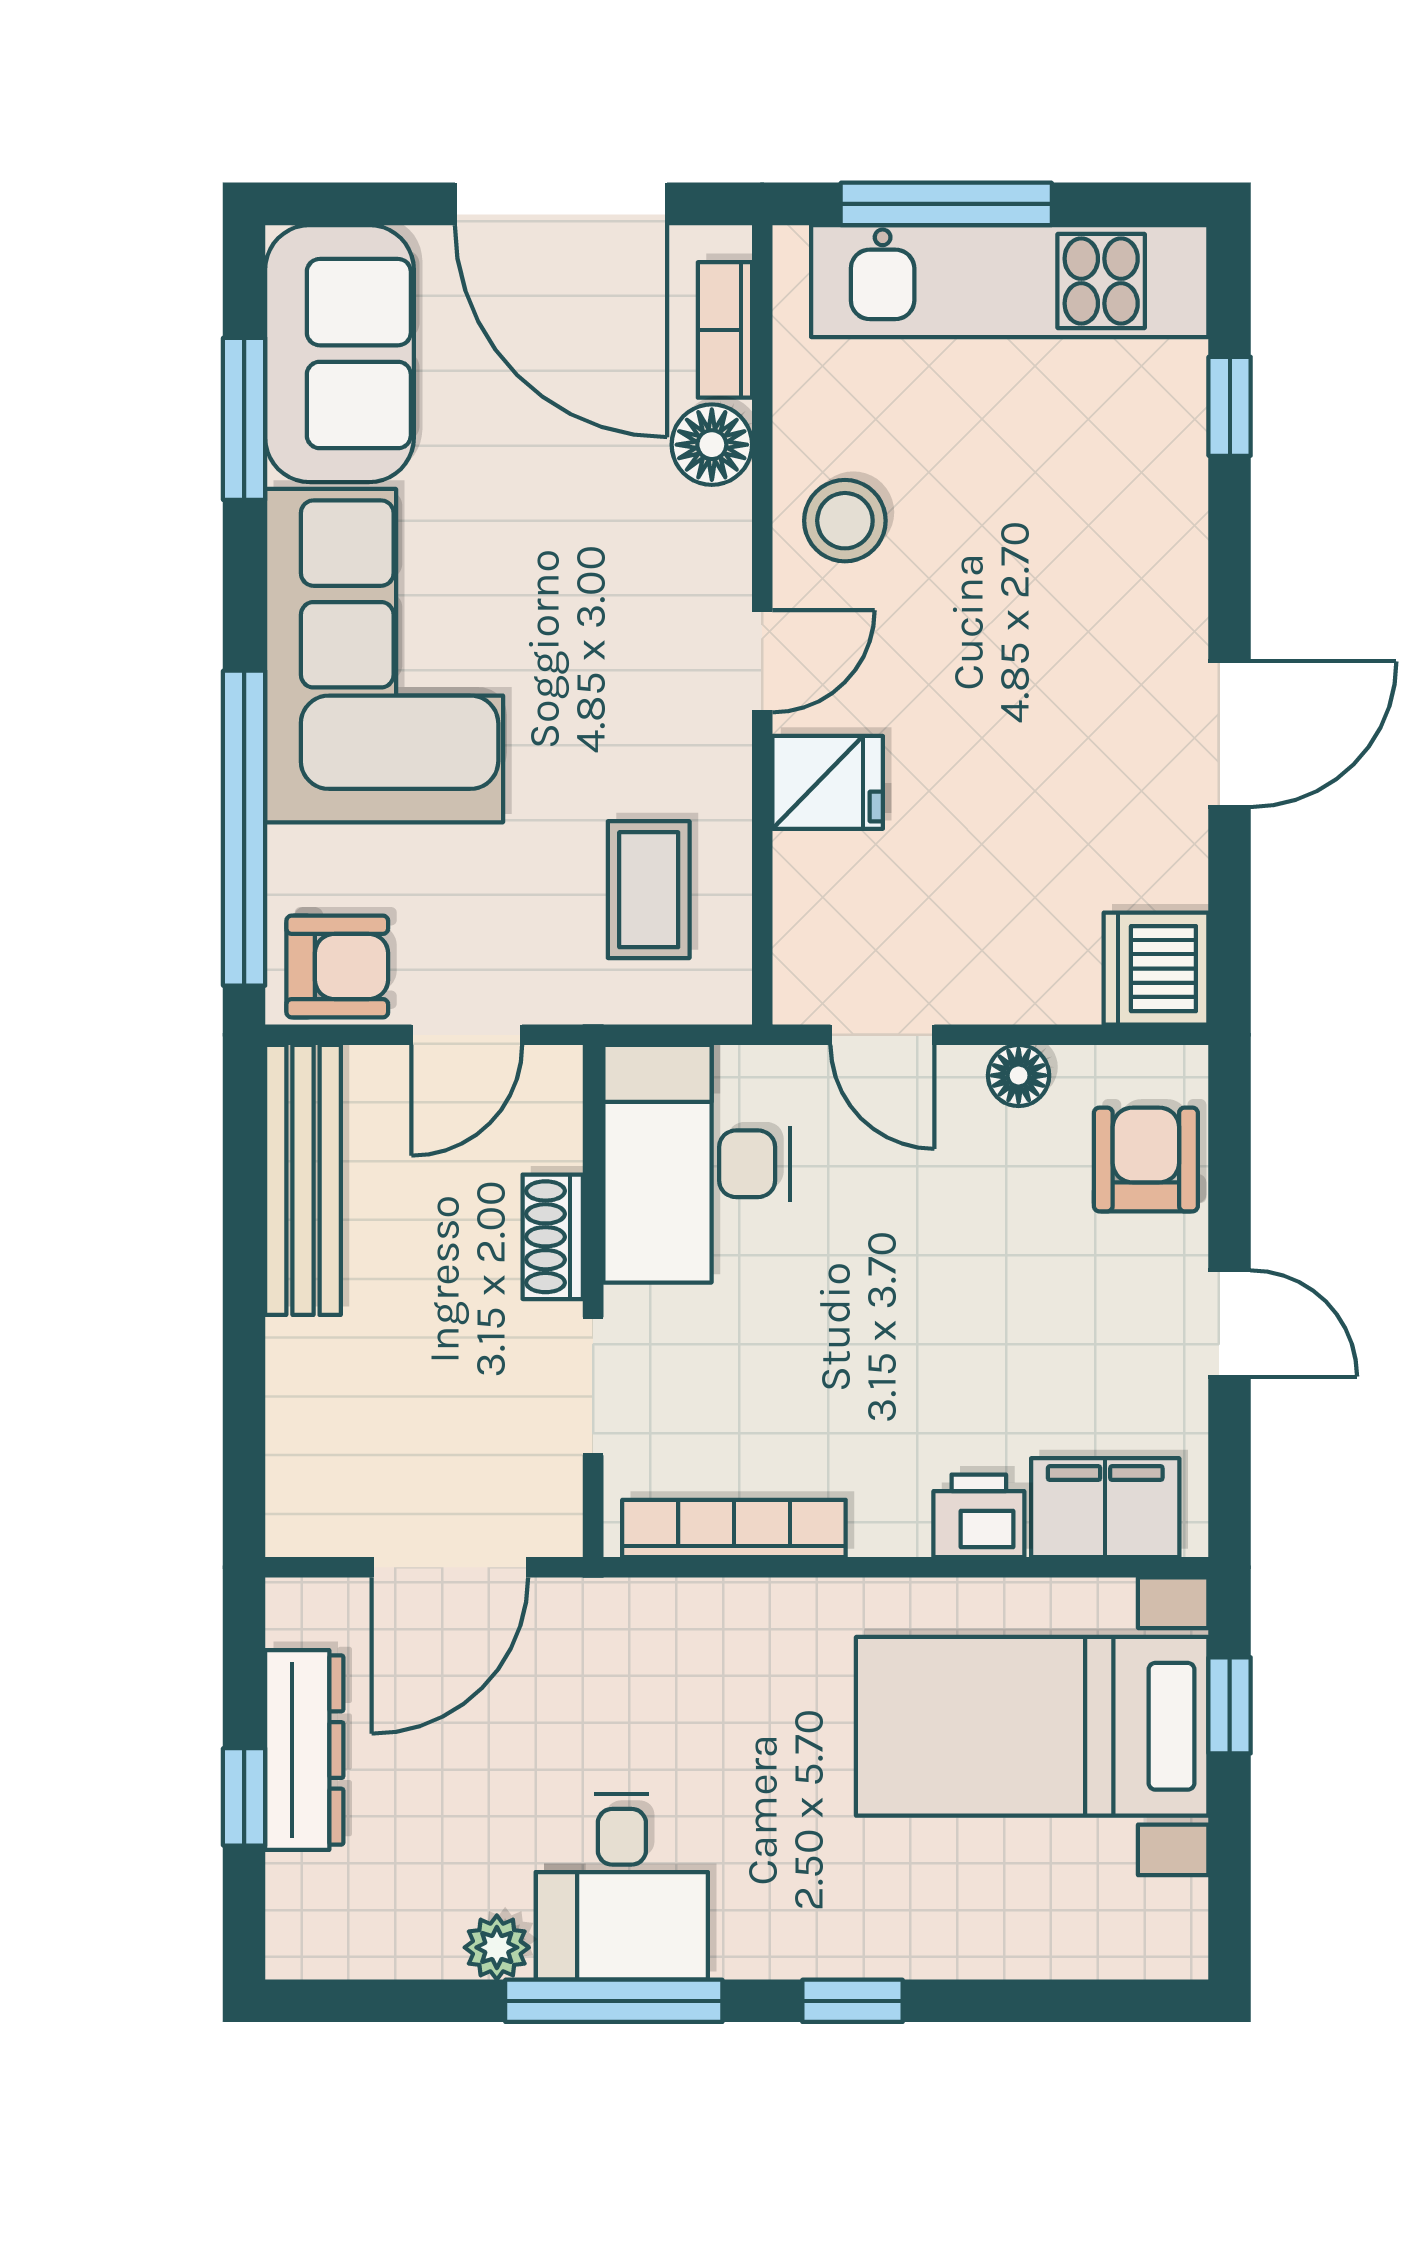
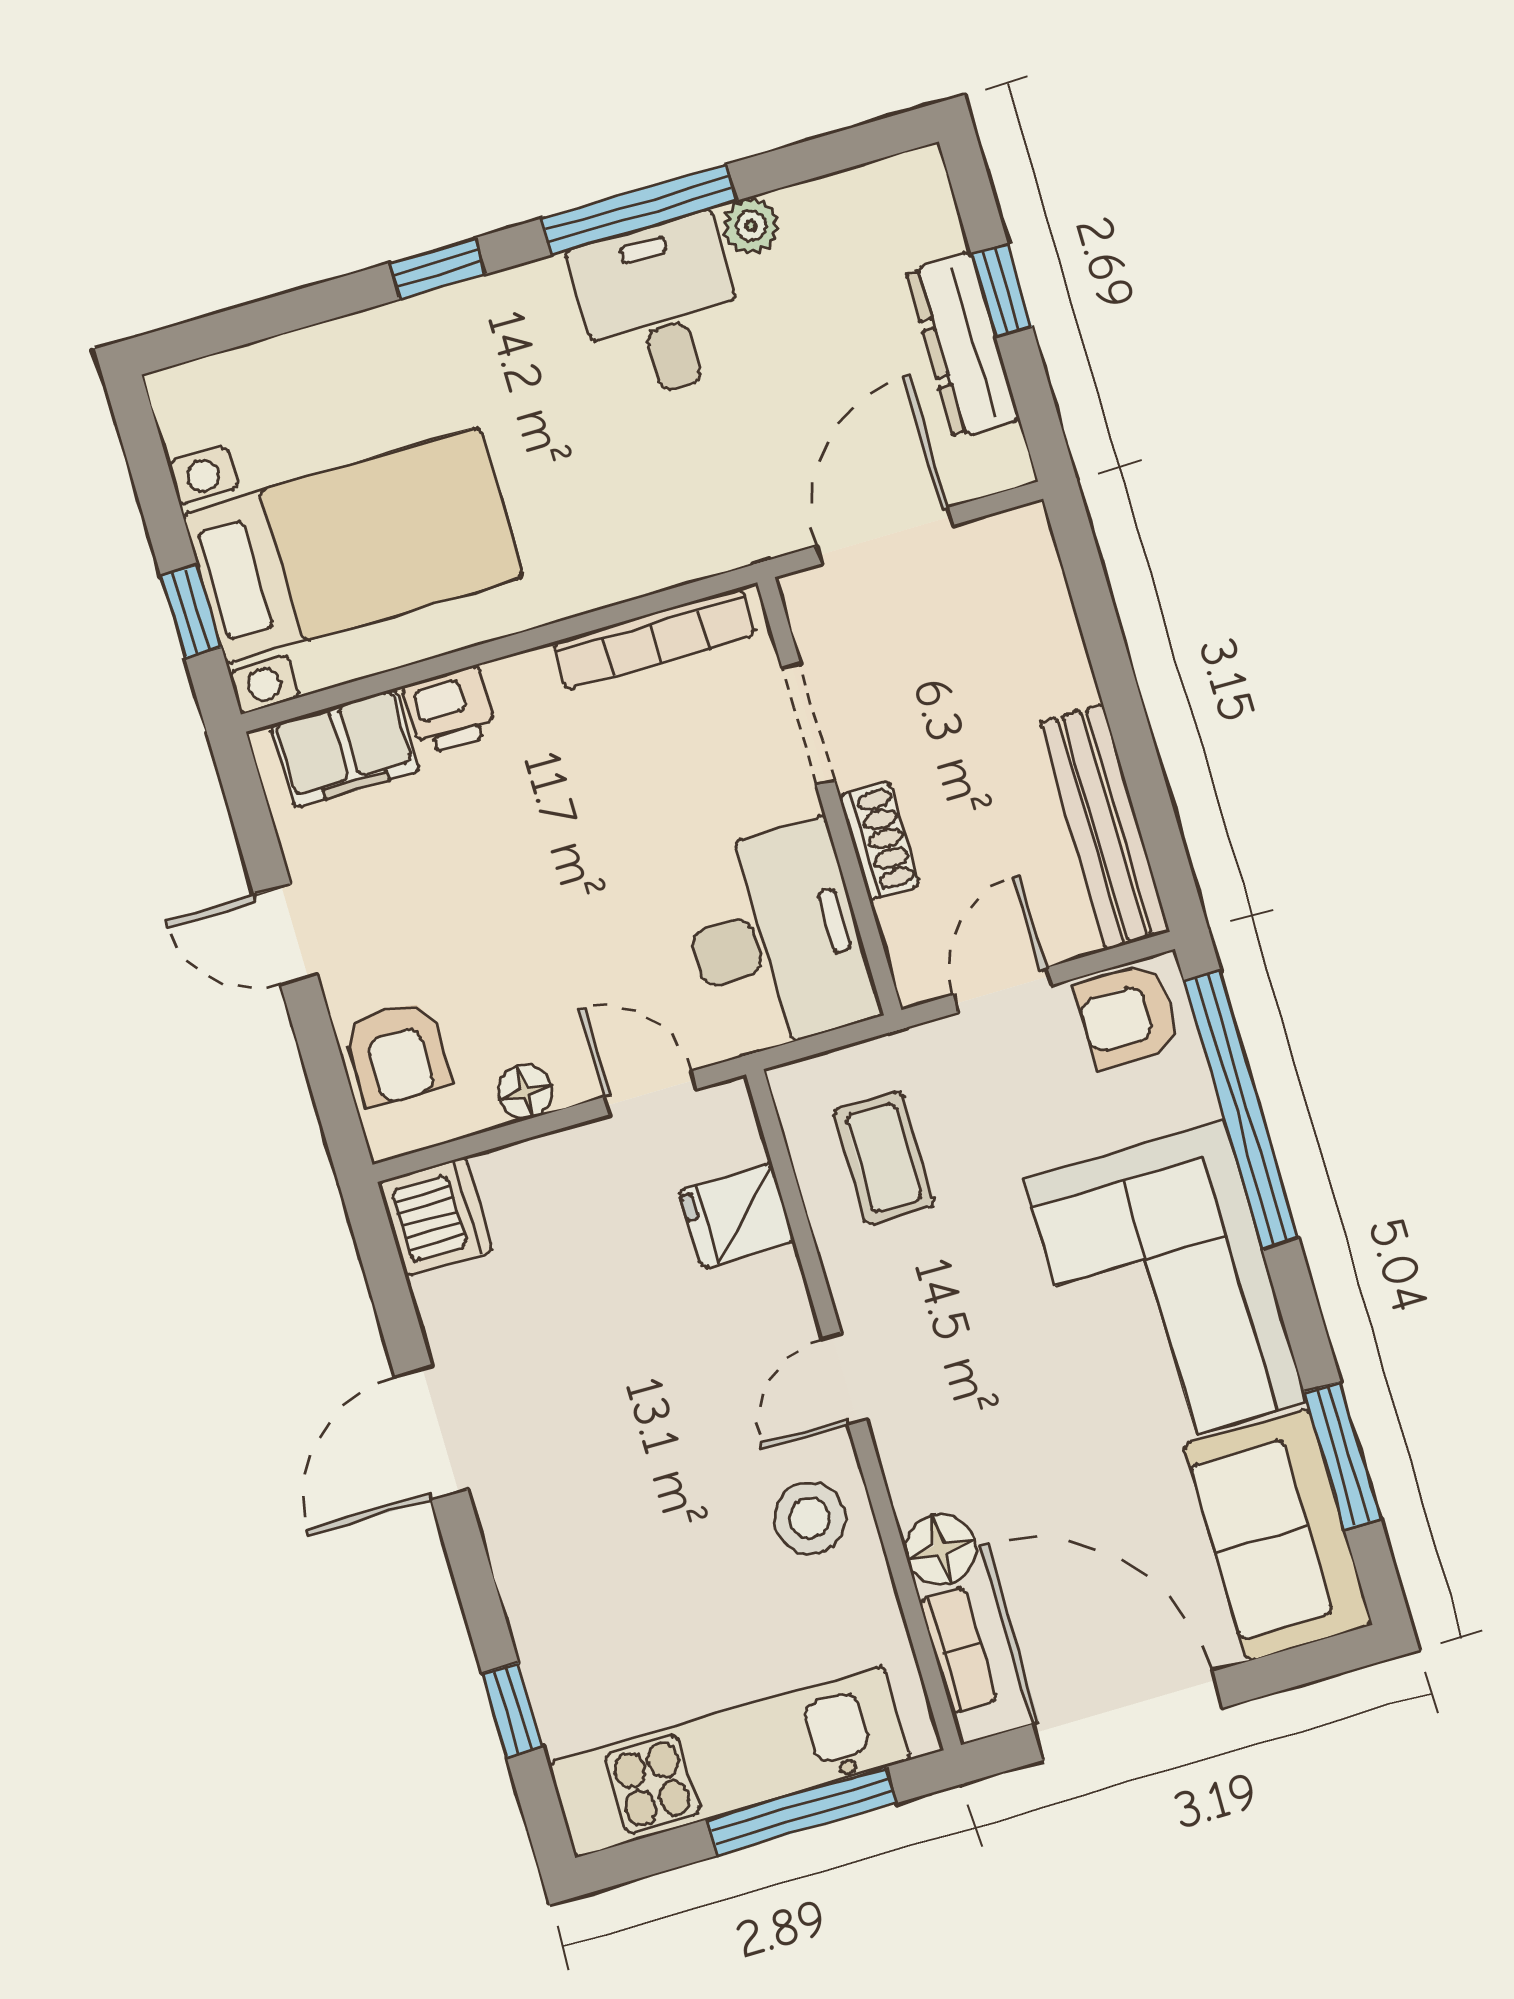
fridge: (828, 782) -> (737, 1215), moved

